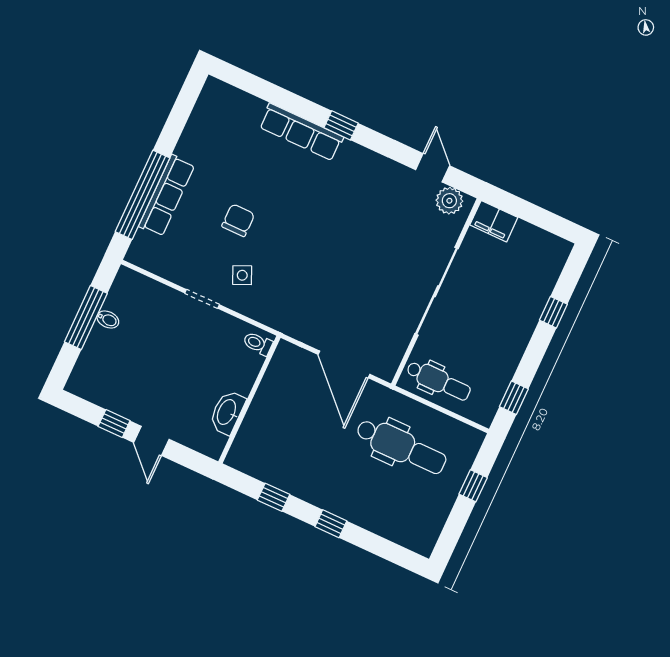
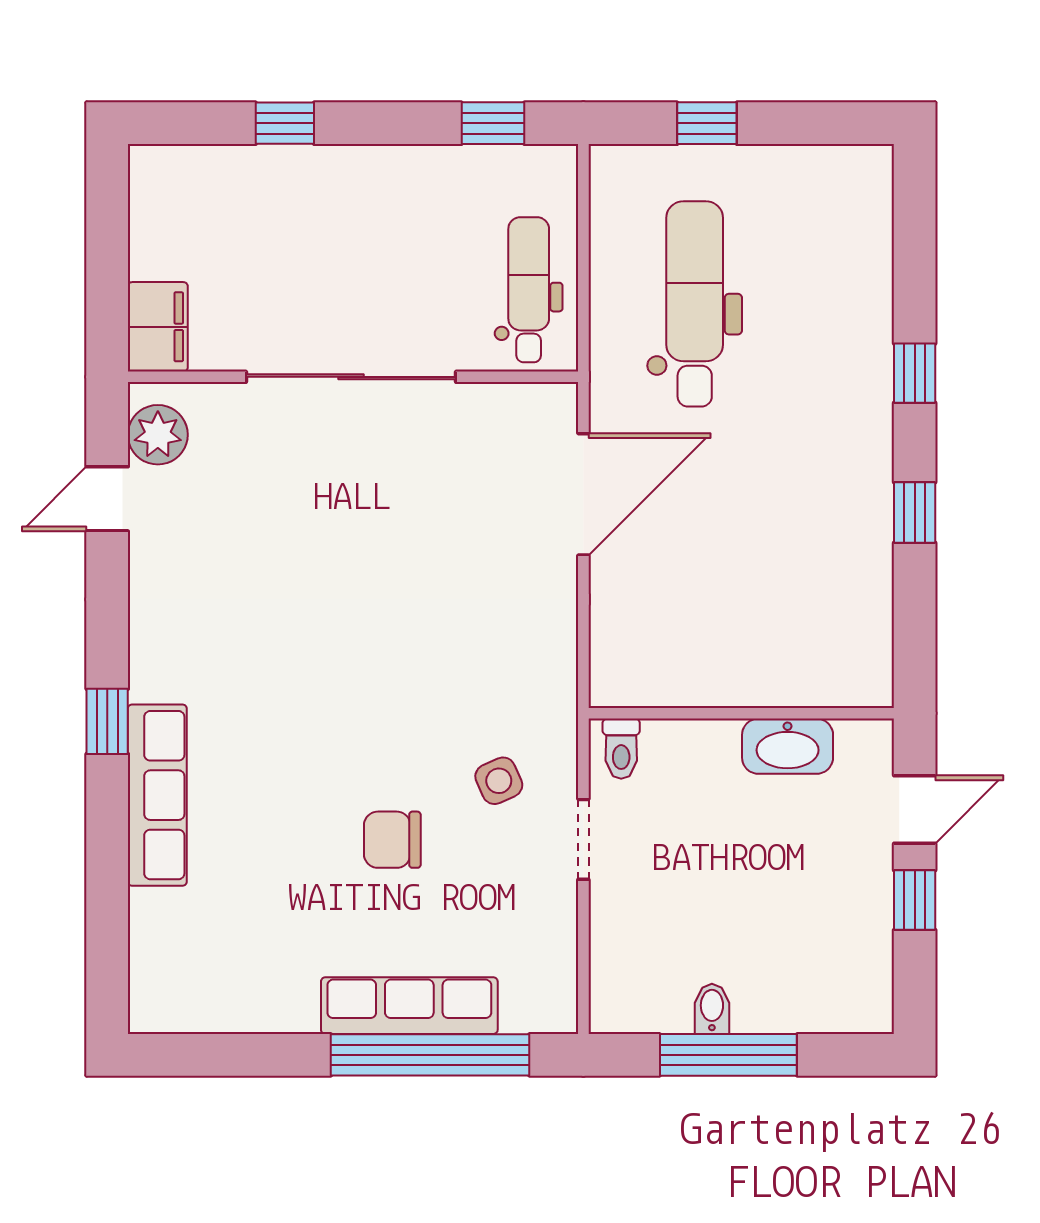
toilet: (258, 343) -> (621, 749), moved
wall: (249, 400) -> (741, 713), moved
washbasin: (227, 412) -> (788, 746), moved

